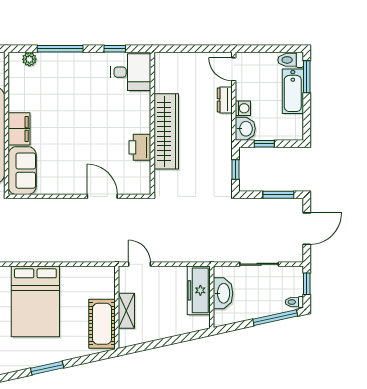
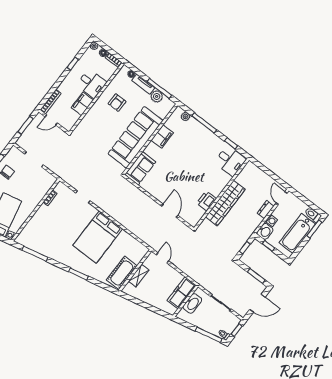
bathtub: (293, 91) -> (297, 233), width x1.36, depth x1.36
filing cabinet: (19, 129) -> (162, 136), moved

